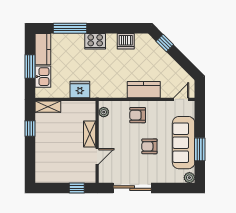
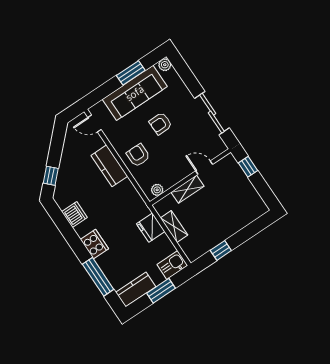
kitchen sink: (43, 77) -> (172, 265), moved
shelving: (48, 107) -> (174, 226), moved
armchair: (138, 115) -> (138, 155), turned 180
armchair: (149, 146) -> (160, 124), turned 89

